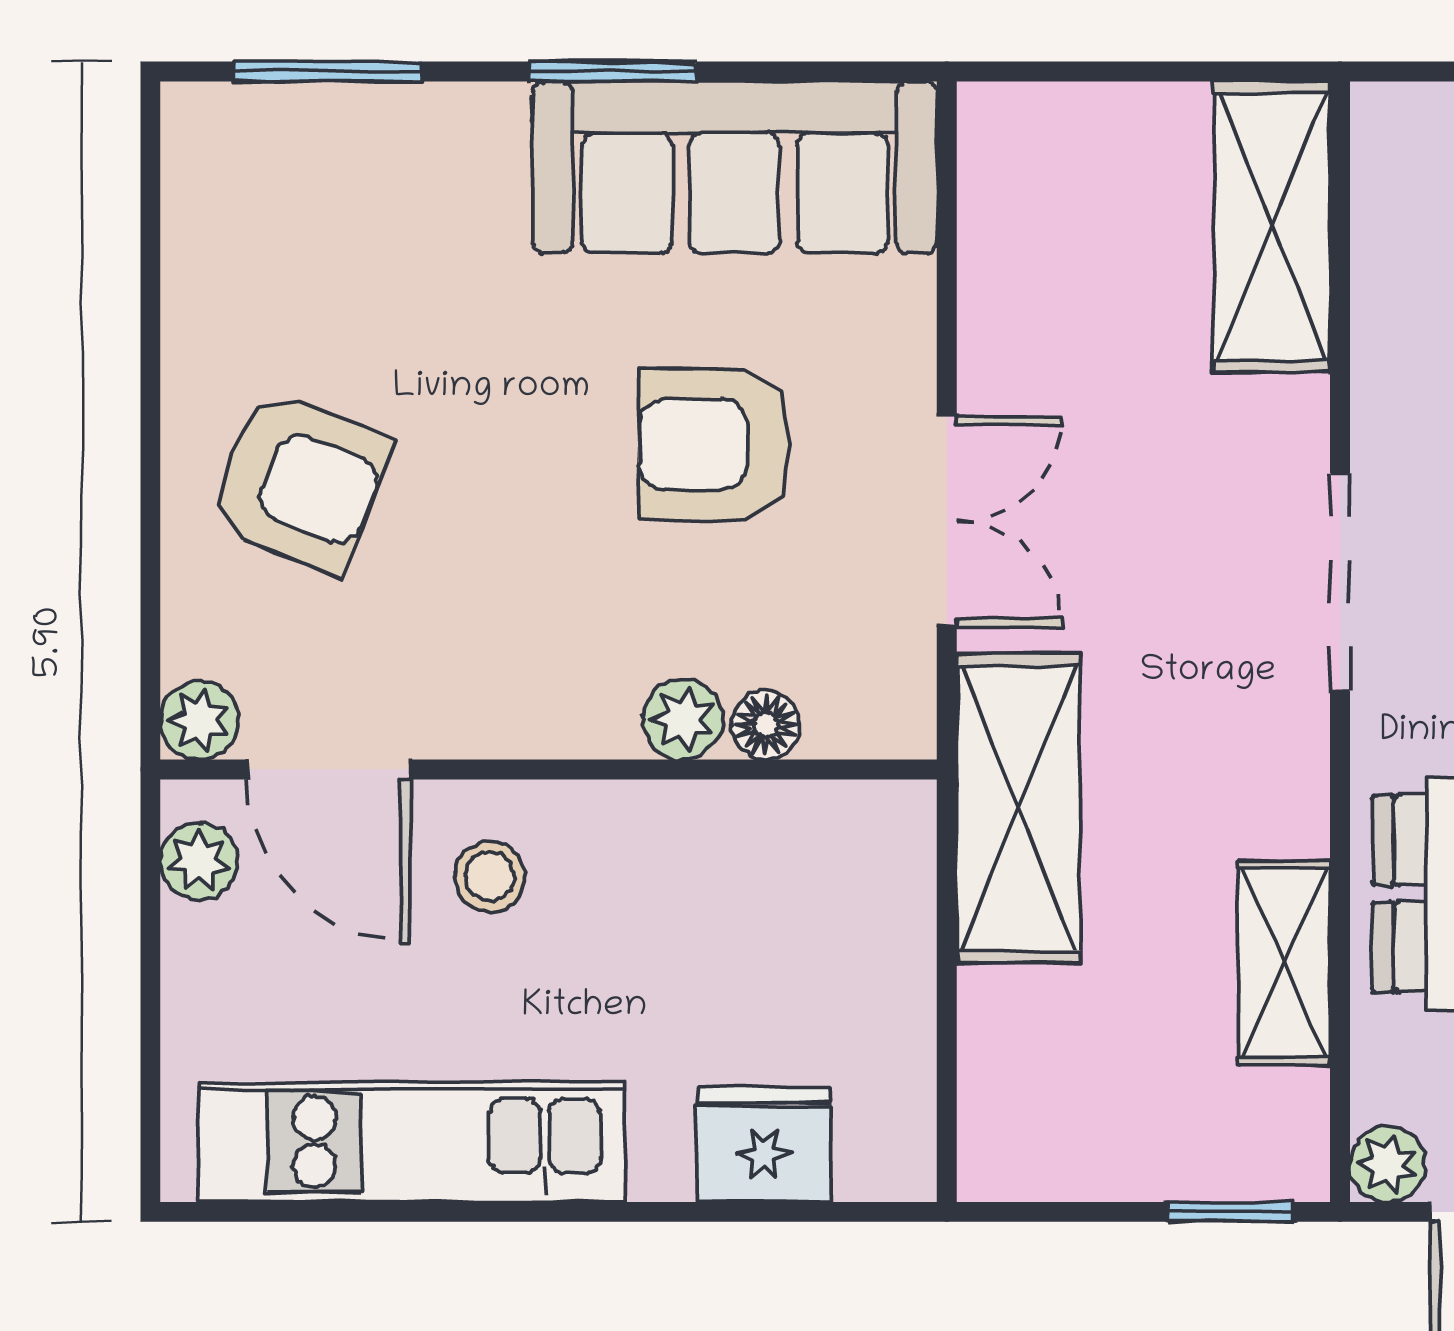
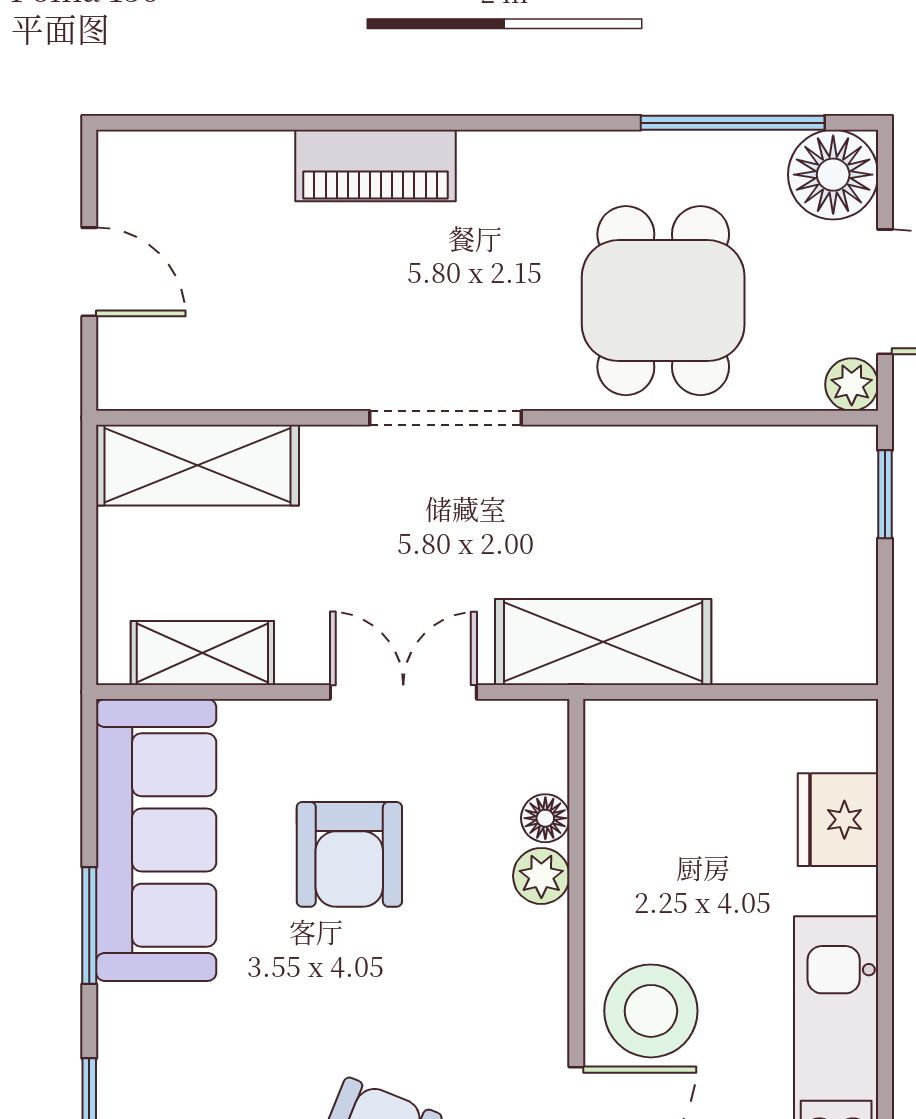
stool: (490, 876) -> (651, 1011), width x1.89, depth x1.89
shelving: (1284, 963) -> (202, 653), moved

